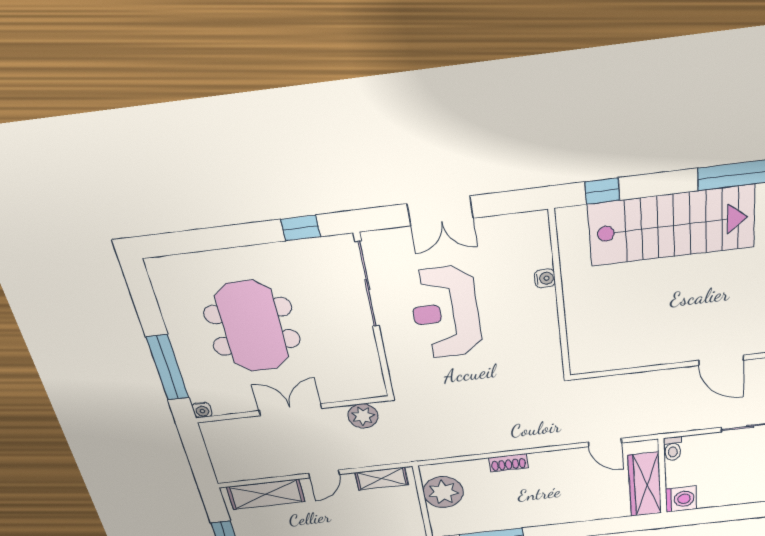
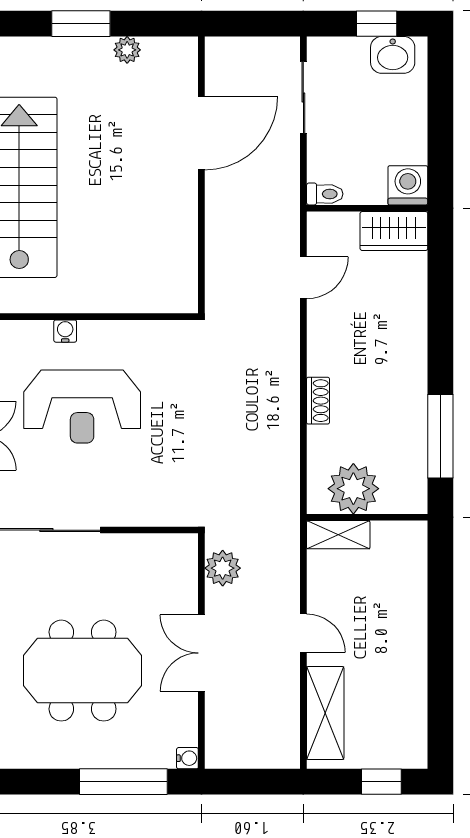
reception desk: (446, 313) -> (82, 407), moved
door: (721, 360) -> (201, 133), width x1.36
shelving: (382, 479) -> (338, 535), moved, turned 90
wardrobe: (645, 484) -> (394, 231), width x0.67

